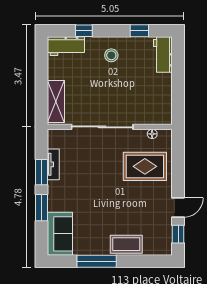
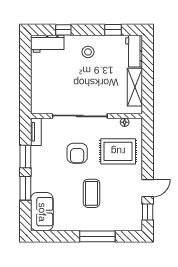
shelving: (56, 101) -> (135, 87), moved
tv unit: (53, 164) -> (36, 132), moved
armchair: (99, 168) -> (77, 153), added
coffee table: (126, 244) -> (92, 193), moved, turned 90
window: (97, 261) -> (97, 236), moved

